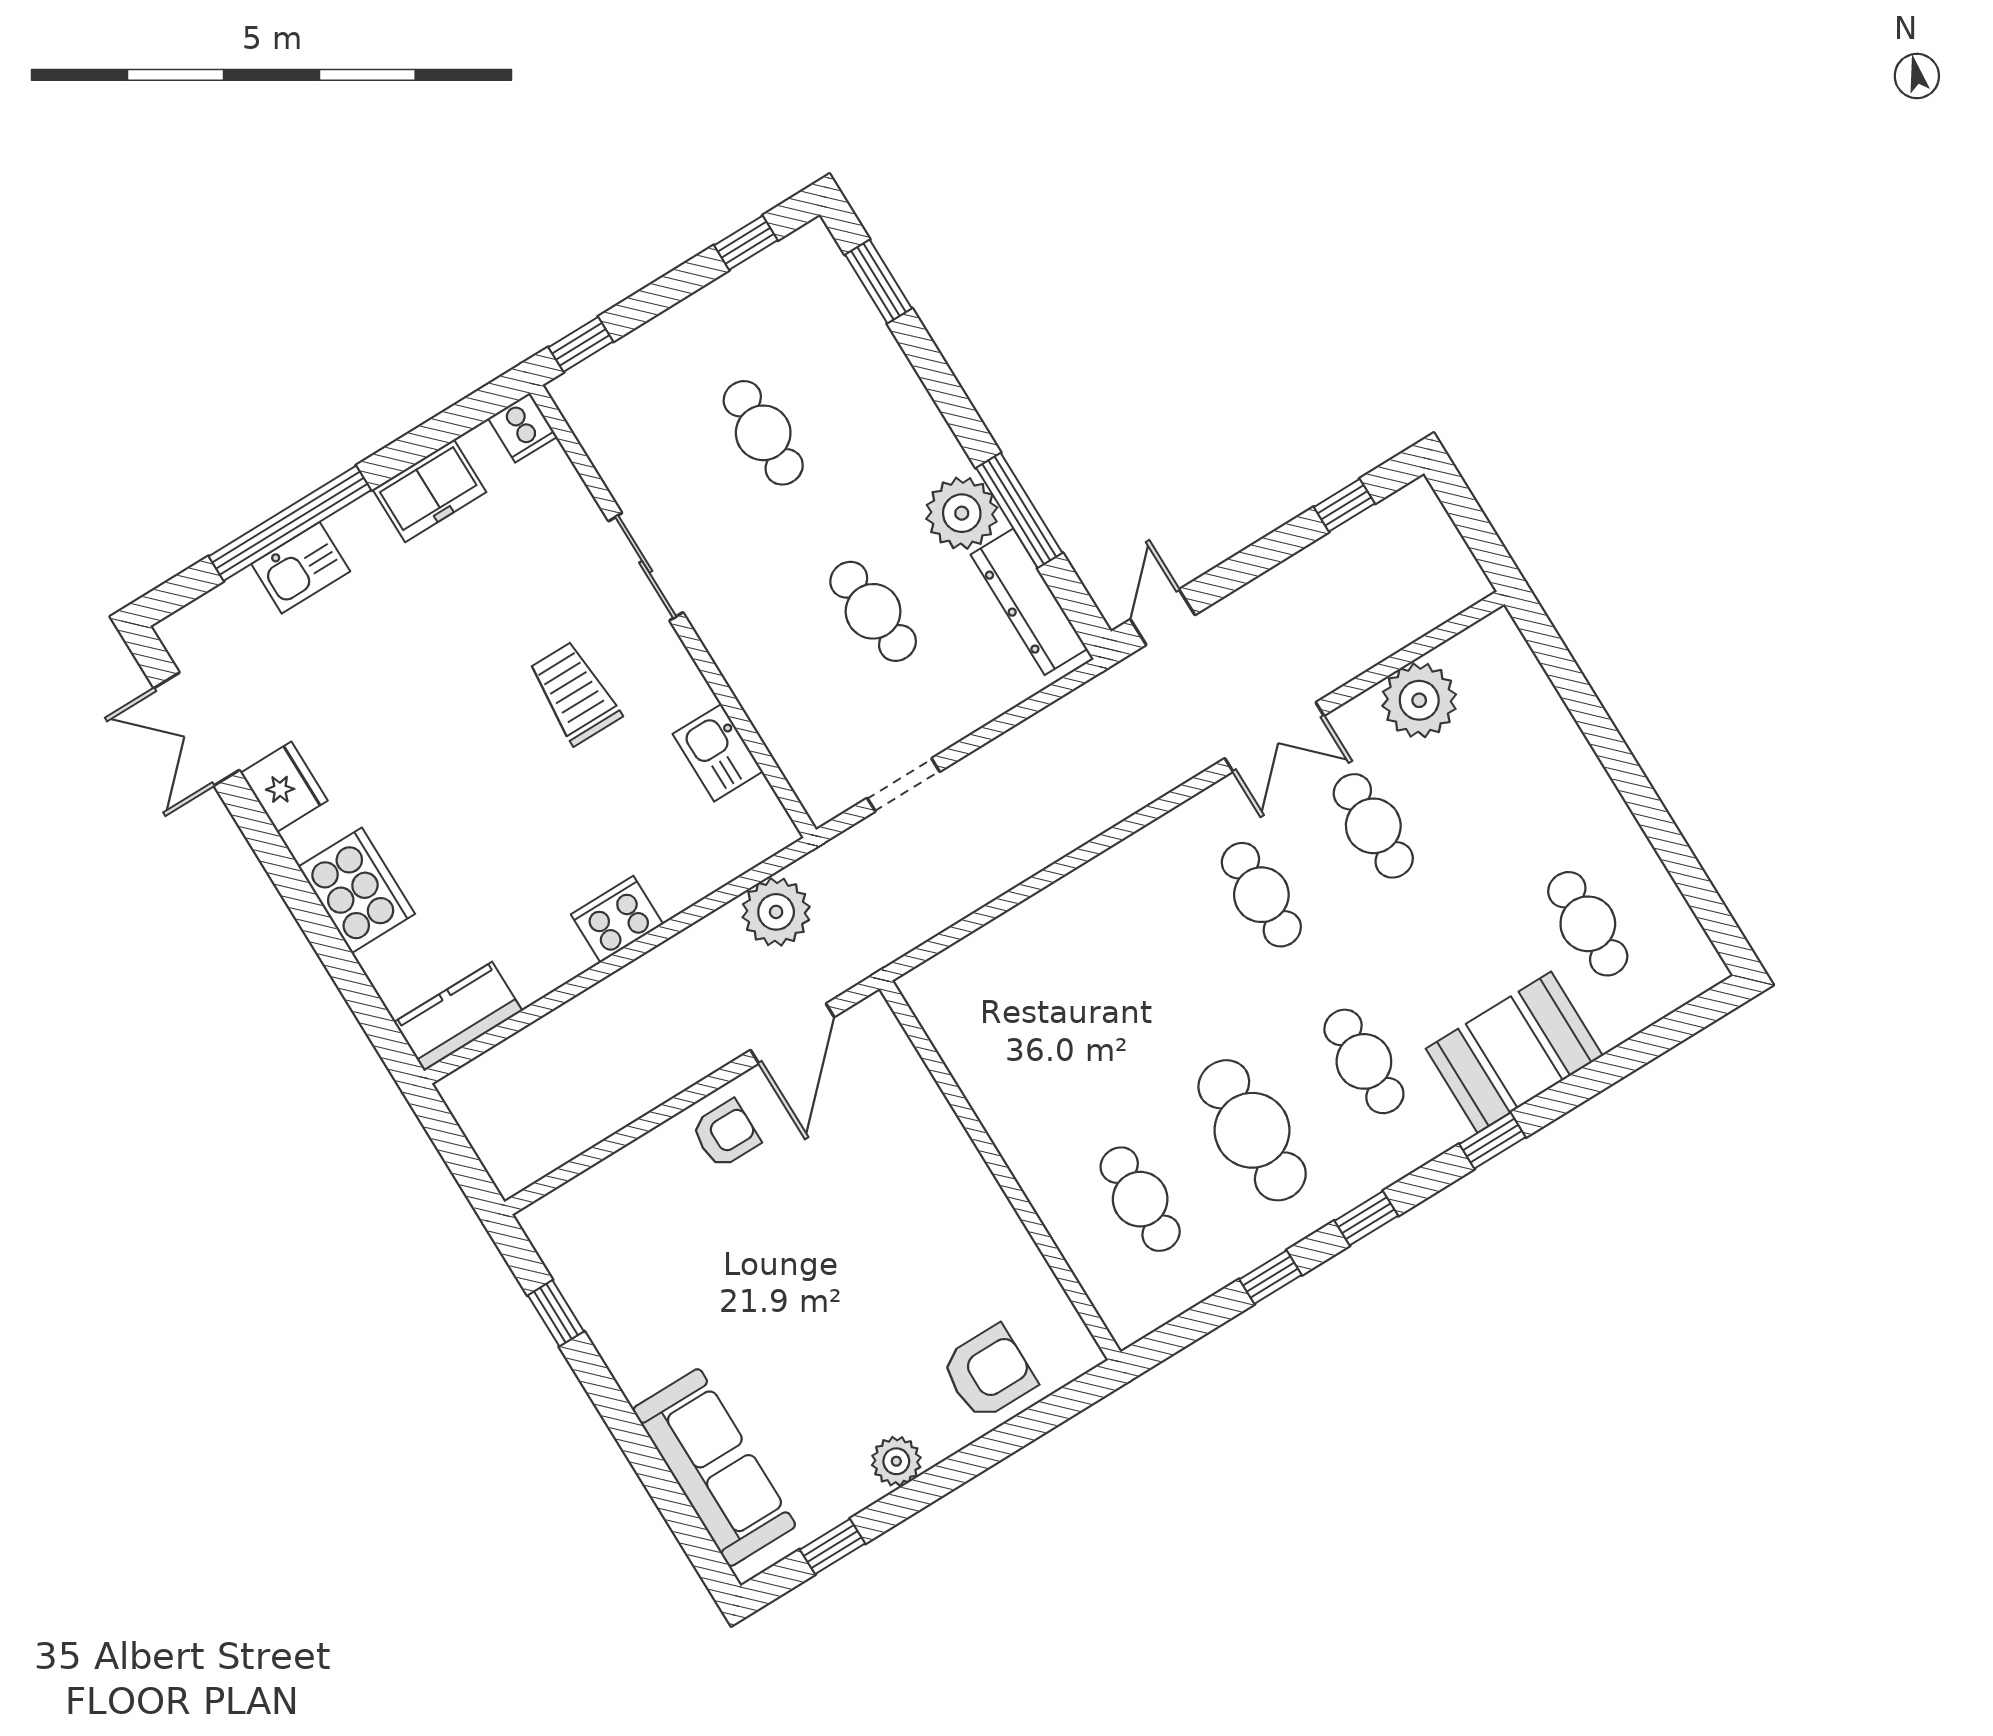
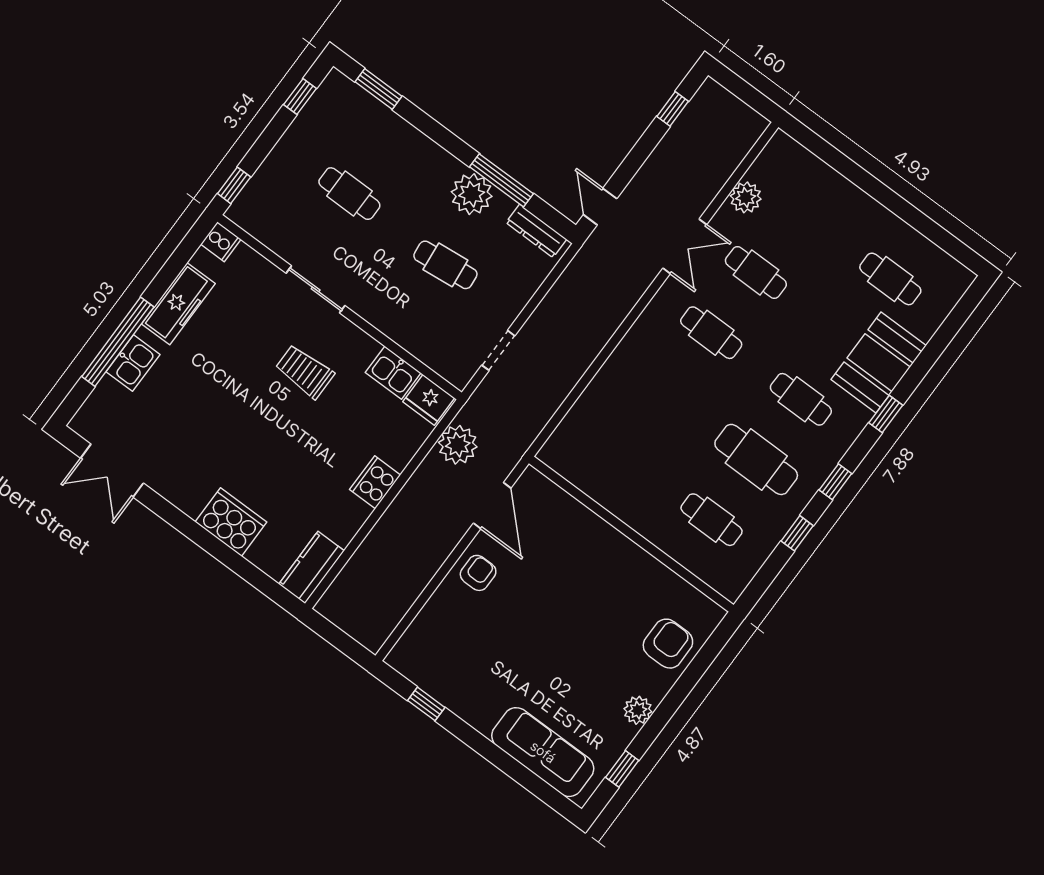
freezer: (429, 491) -> (178, 304), width x1.40
dresser: (1029, 602) -> (536, 231), width x0.73, depth x0.80
plant: (1419, 700) -> (746, 197), width x0.73, depth x0.73
fridge: (284, 787) -> (429, 400), moved, turned 180

